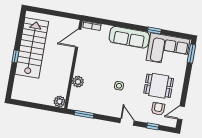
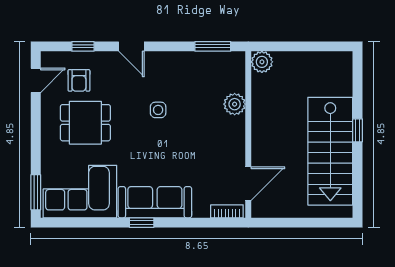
window: (154, 31) -> (142, 223), moved

